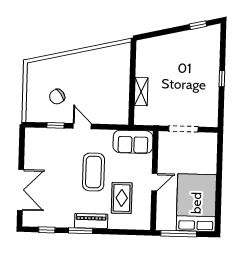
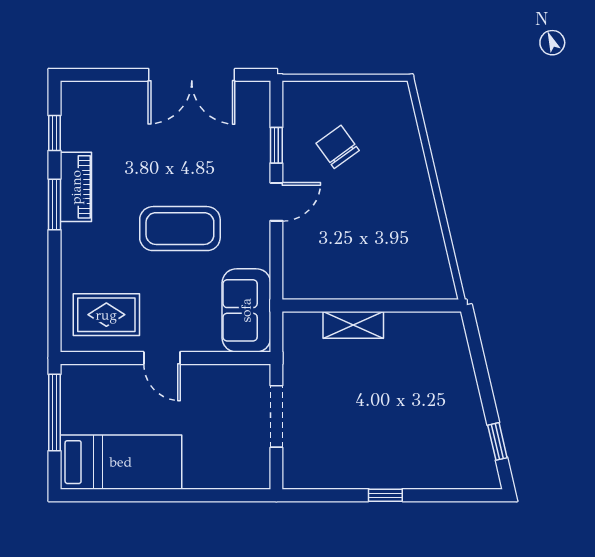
double door: (21, 190) -> (192, 75), moved
rug: (122, 198) -> (106, 315), moved
bed: (196, 203) -> (121, 462), width x0.67
piano: (91, 221) -> (76, 187), moved

